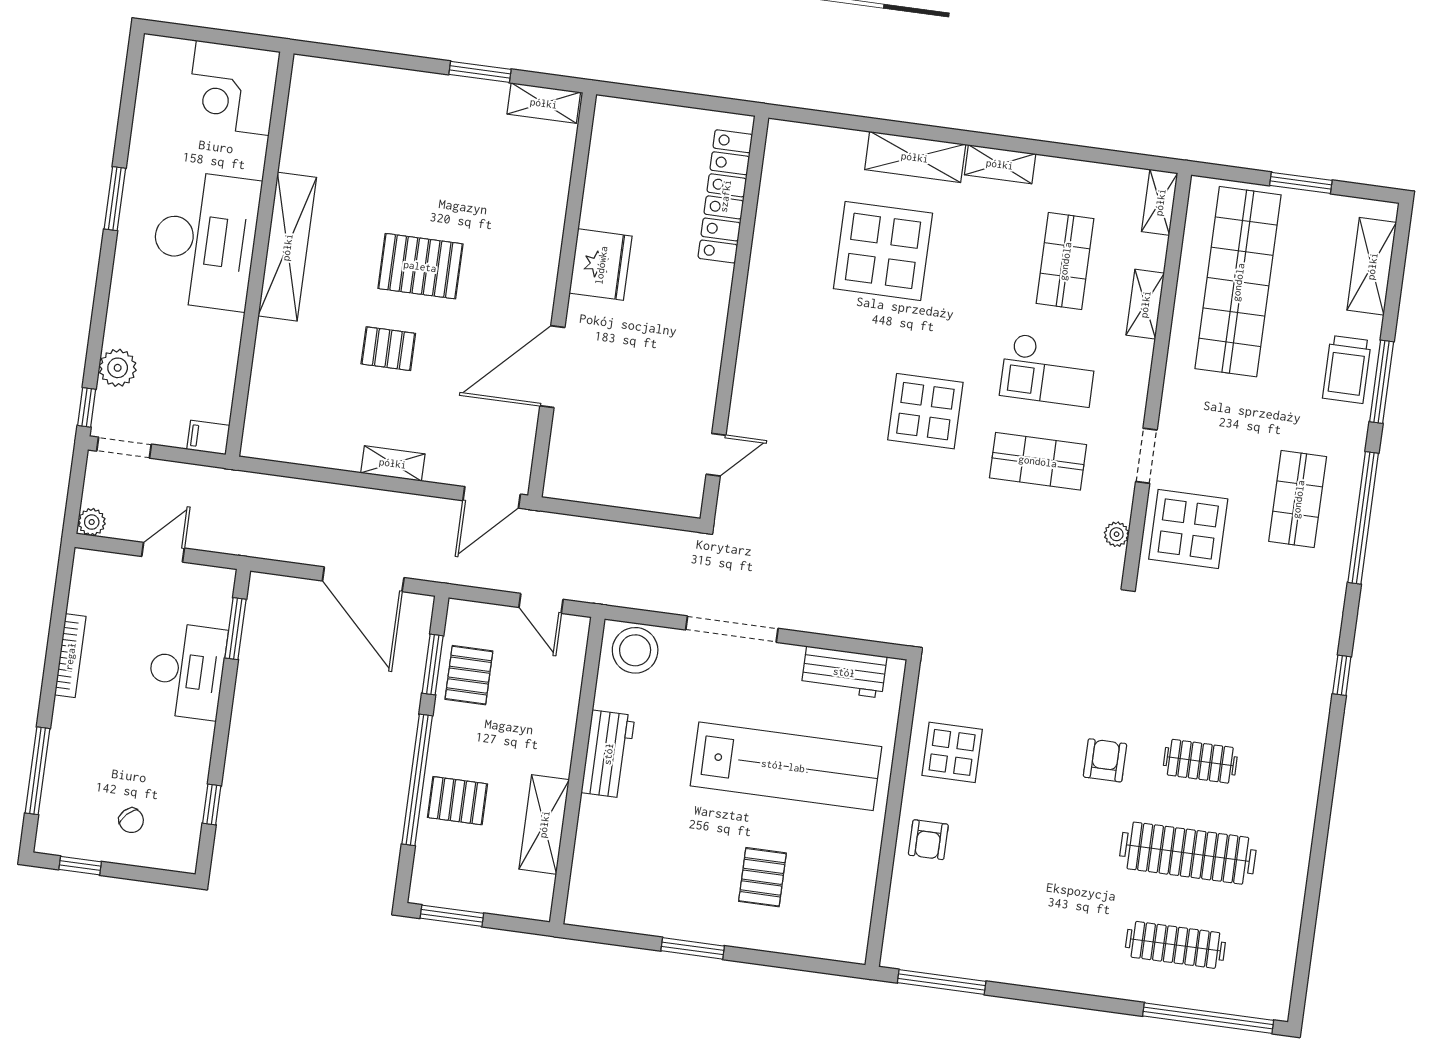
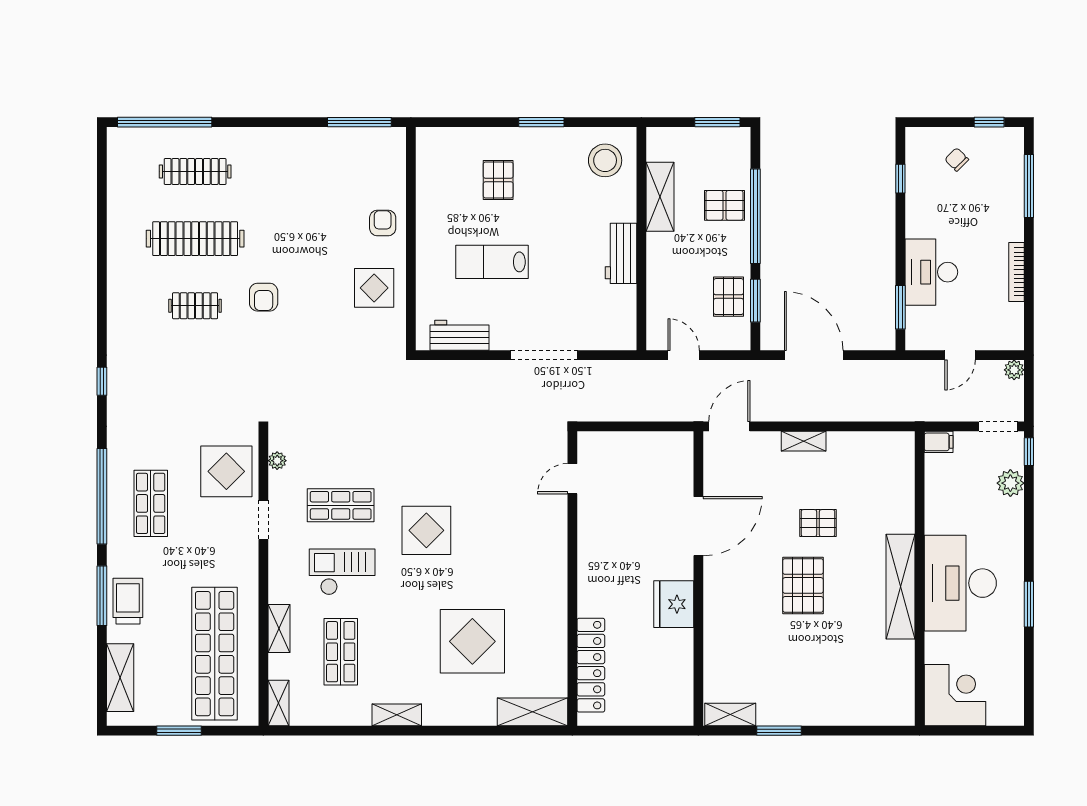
shelving: (915, 157) -> (533, 712), moved
pallet: (420, 266) -> (803, 585), turned 90
stool: (635, 650) -> (605, 160), moved
lab bench: (786, 766) -> (492, 262), width x0.54, depth x0.72

